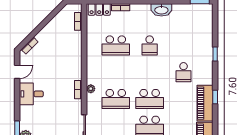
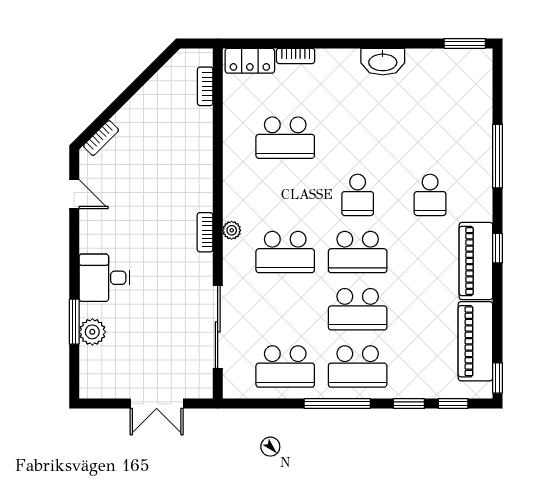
school desk: (150, 45) -> (358, 195), moved
window: (215, 54) -> (498, 156), width x2.17
door: (17, 72) -> (74, 194), hinge flipped
desk: (31, 94) -> (104, 278), moved

